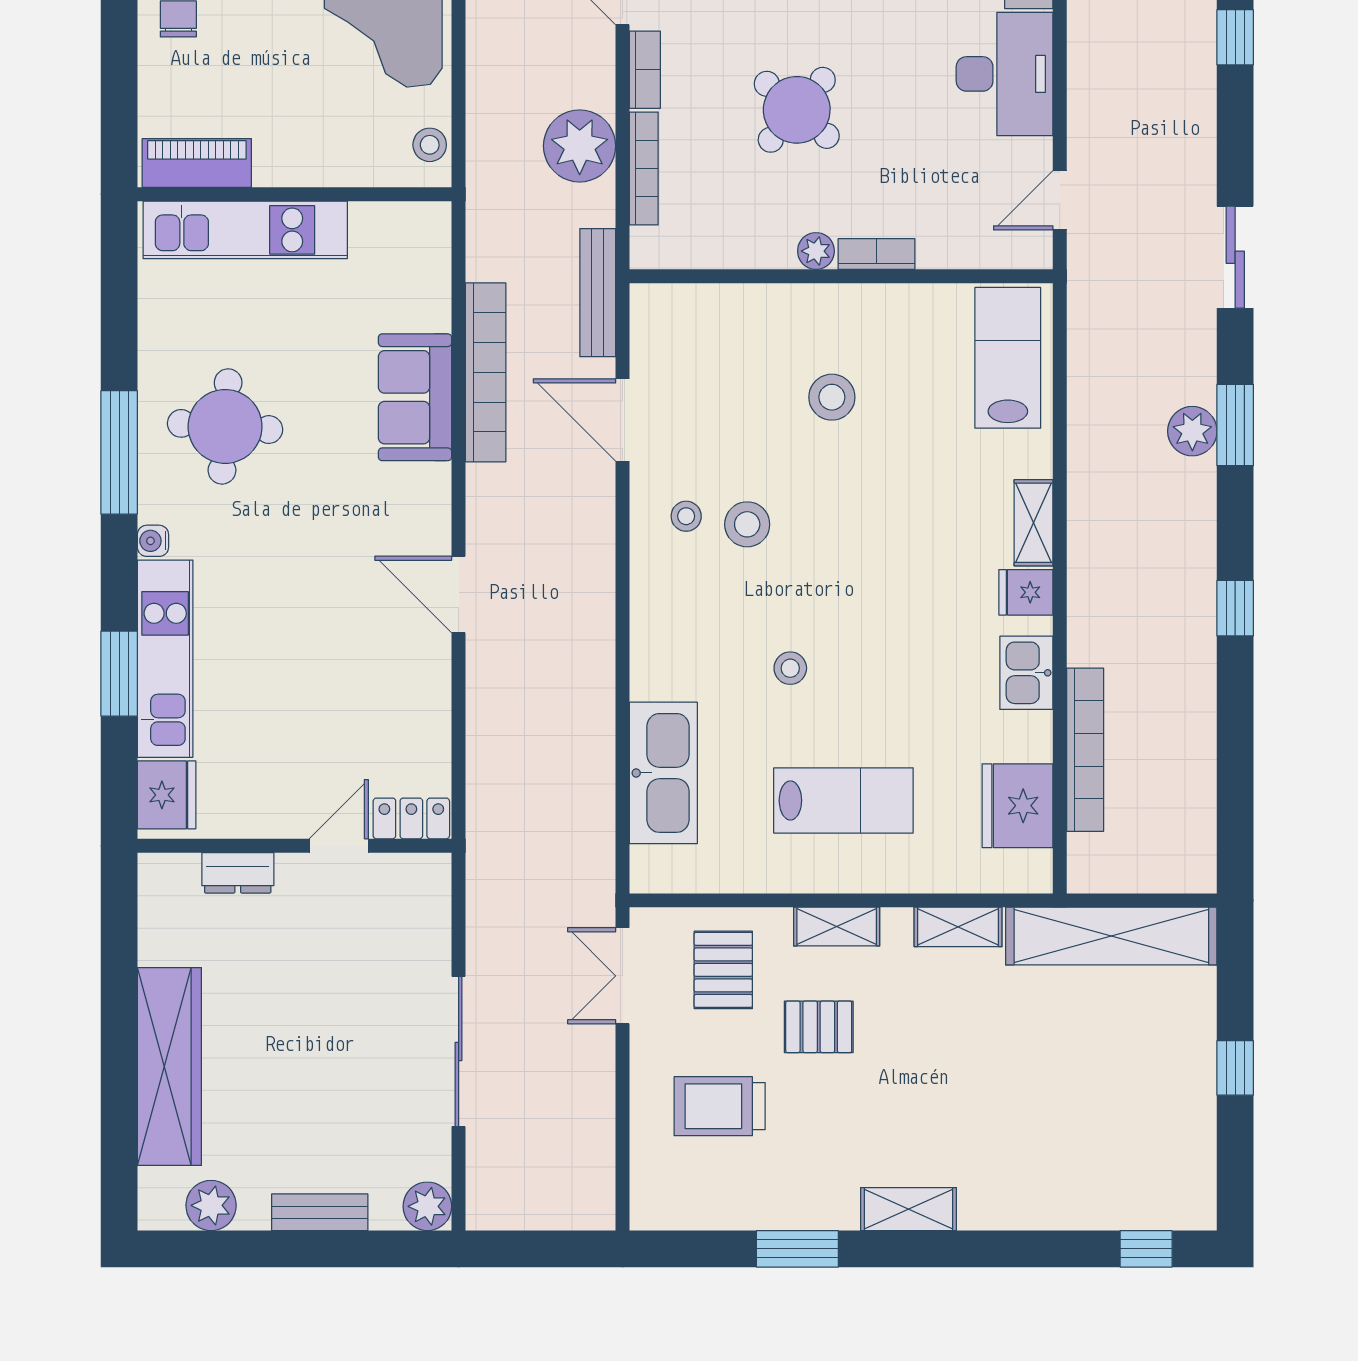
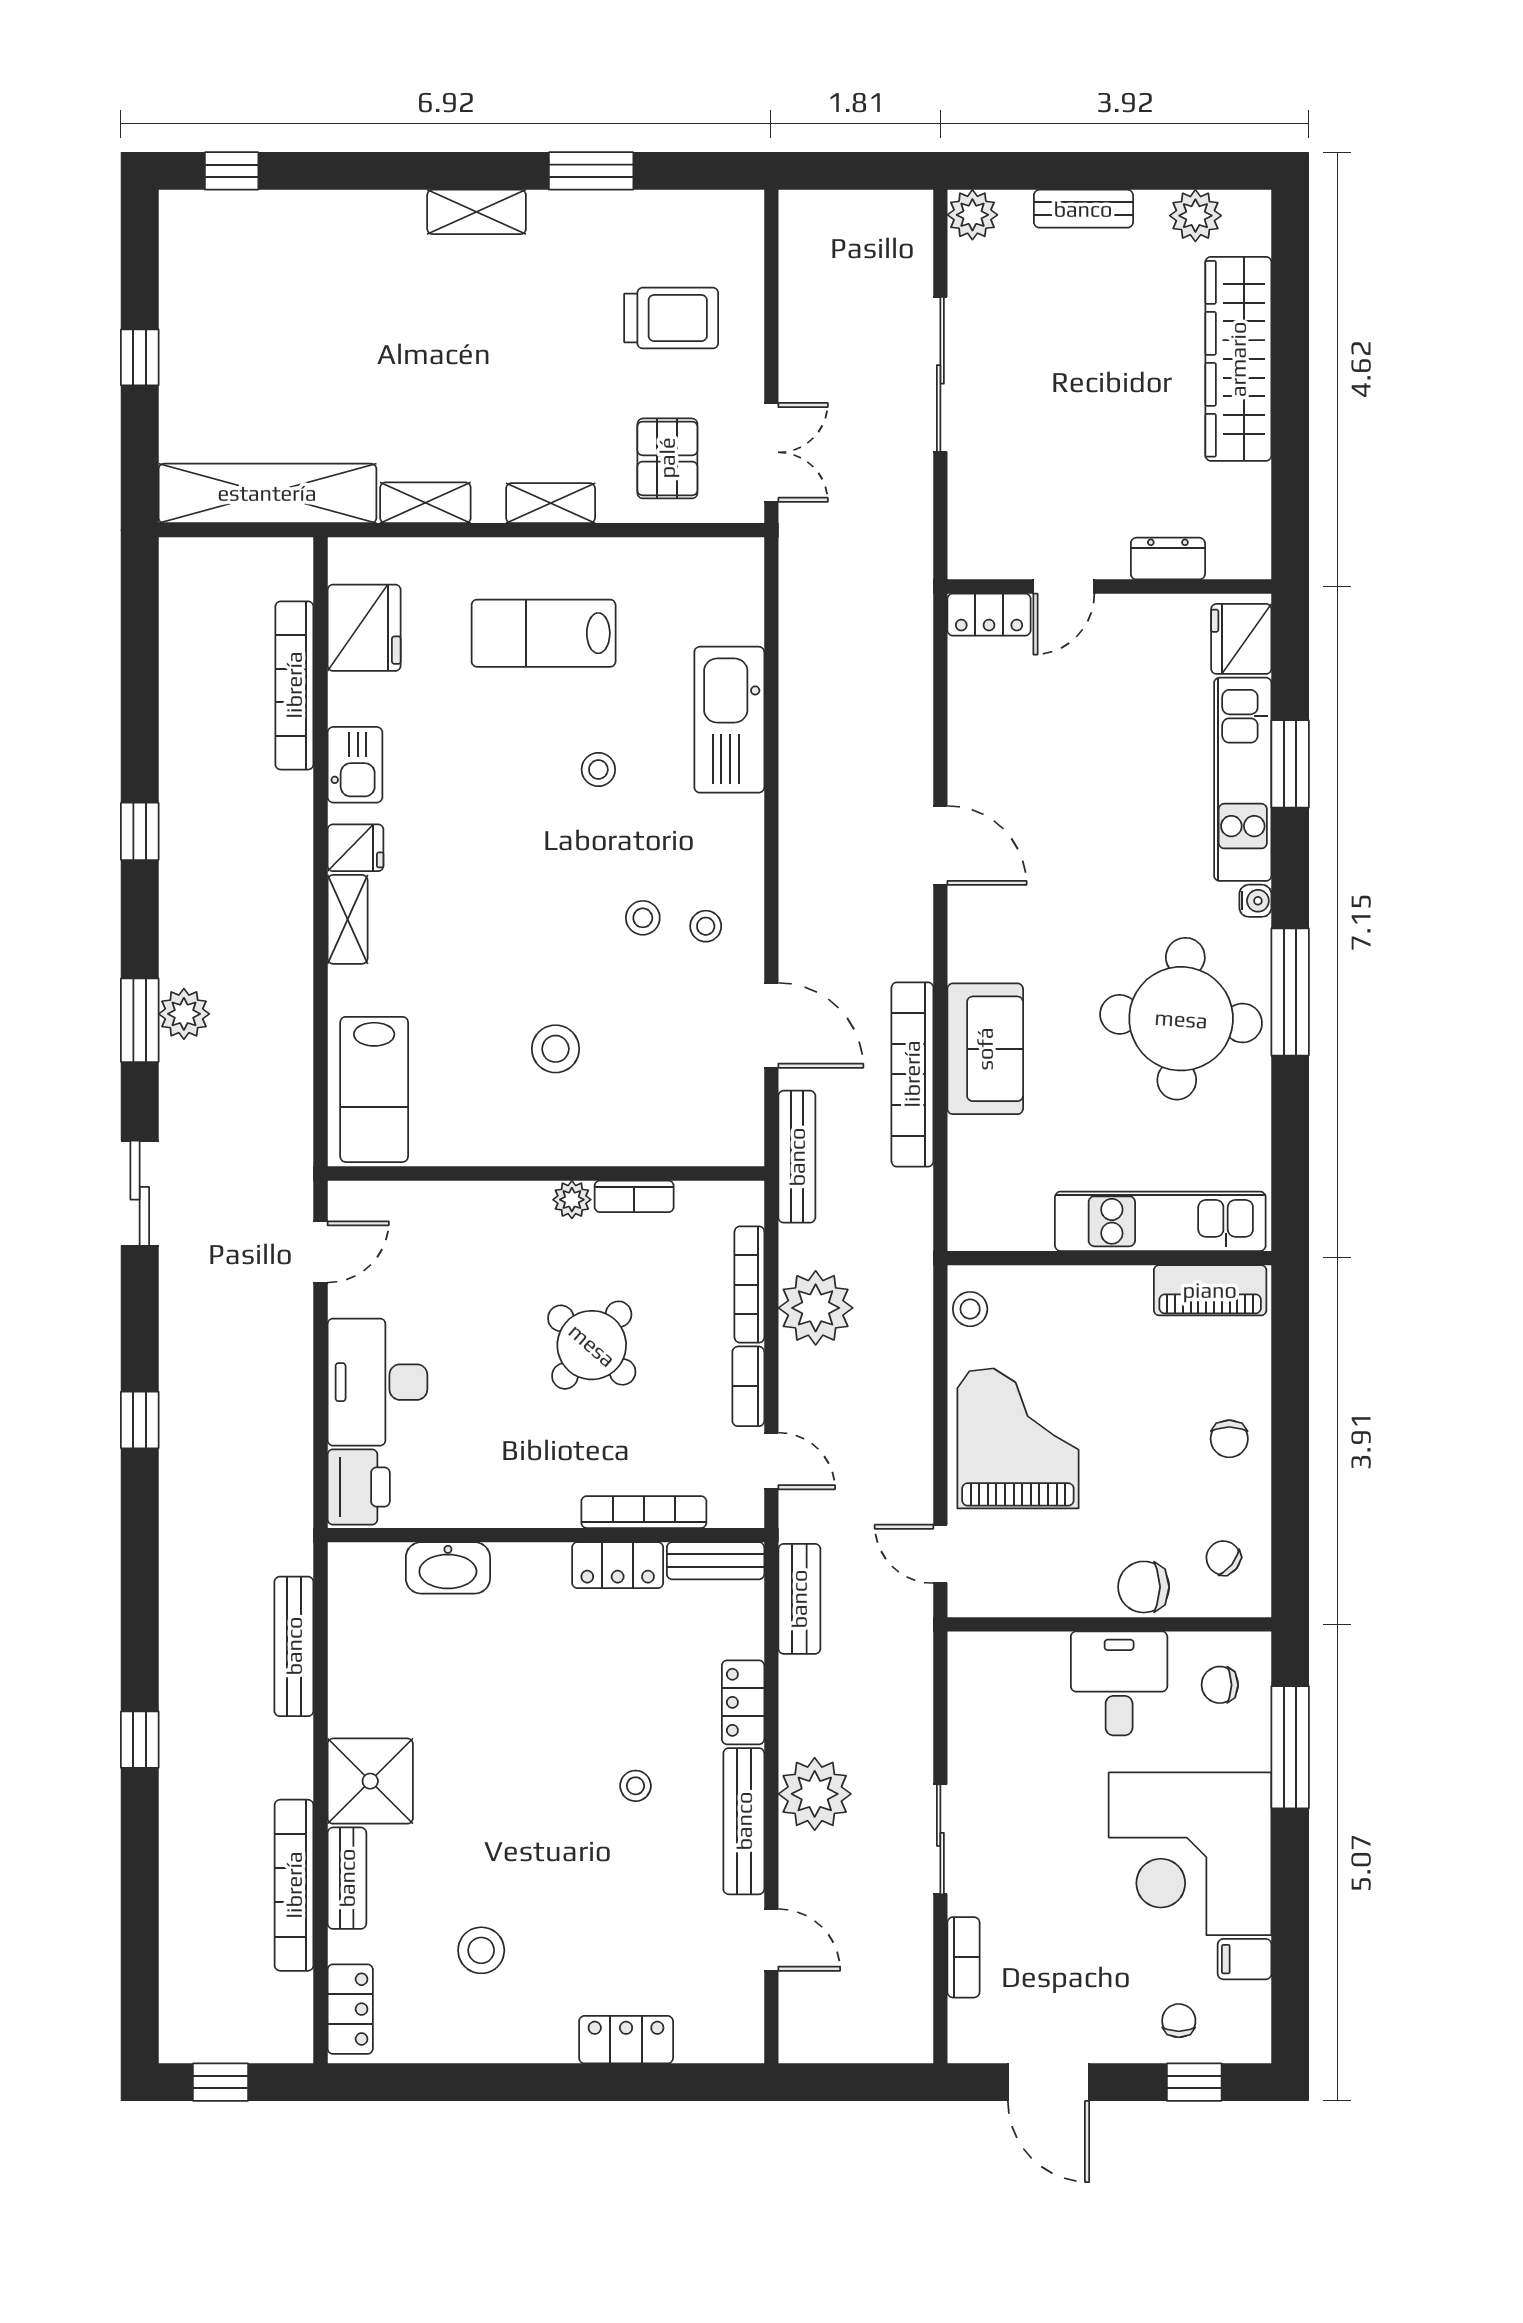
bookcase: (876, 254) -> (634, 1196), moved
round table: (225, 426) -> (1181, 1019), width x1.36, depth x1.36
stool: (747, 524) -> (643, 918), width x0.73, depth x0.73
kitchen sink: (663, 773) -> (729, 720), moved
pallet: (819, 1027) -> (569, 400), removed

